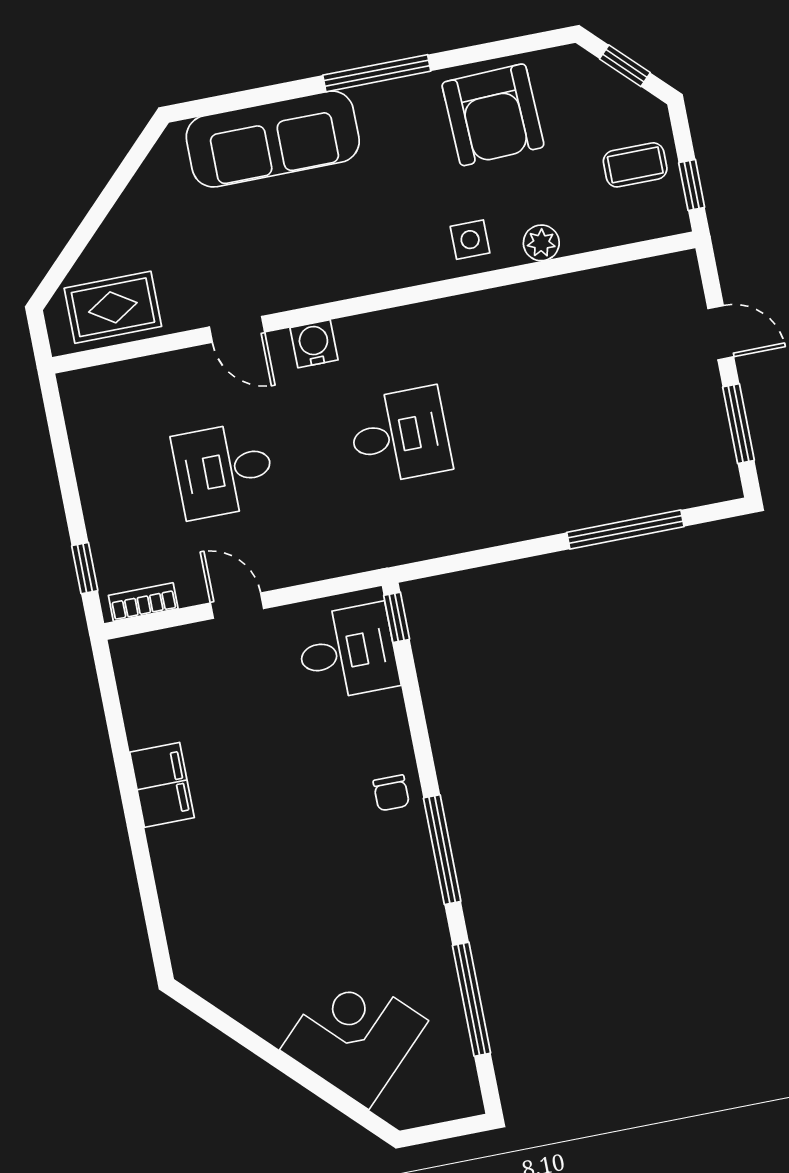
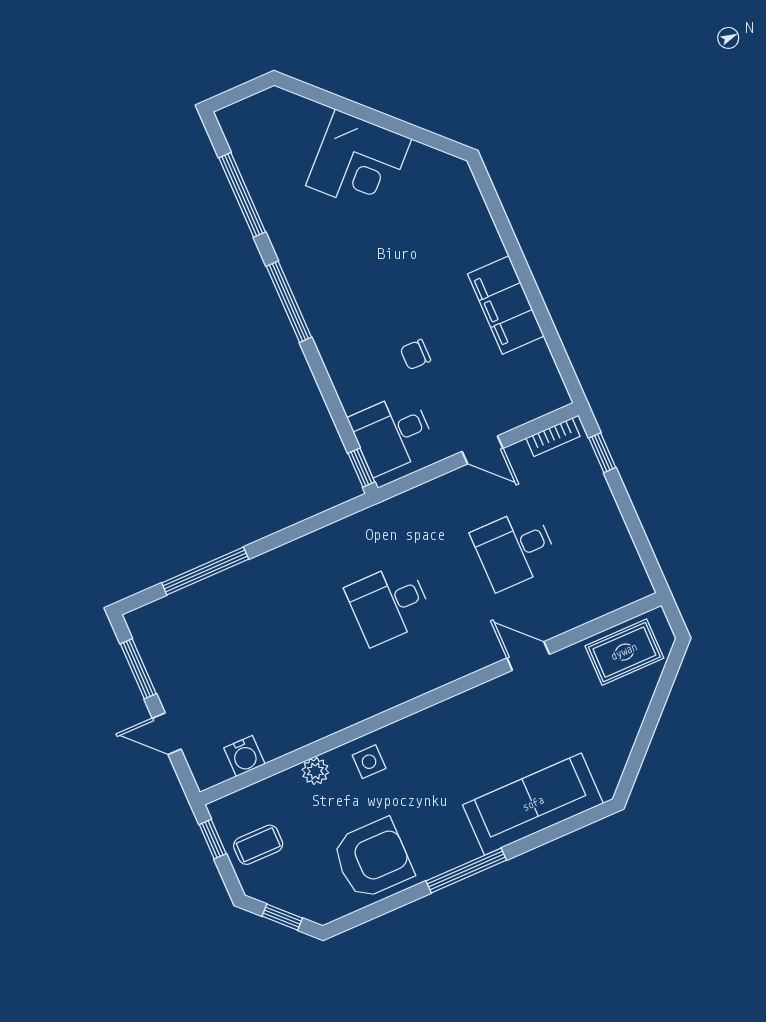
armchair: (493, 115) -> (373, 859), turned 92
water cooler: (314, 344) -> (244, 756), moved
desk: (224, 470) -> (515, 549), turned 180
filing cabinet: (162, 785) -> (506, 305), width x1.50, depth x1.17
chair: (391, 793) -> (415, 355), moved, turned -90
corner desk: (354, 1035) -> (359, 162), moved

